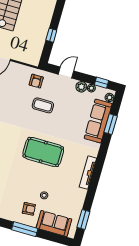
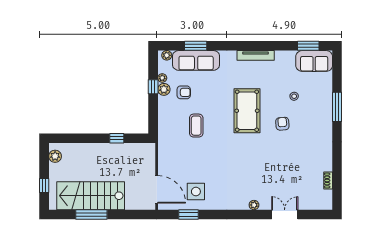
door: (66, 73) -> (153, 111), removed
armchair: (36, 81) -> (184, 92), moved
window: (101, 83) -> (153, 87), moved
armchair: (29, 209) -> (282, 124), moved
sofa: (54, 224) -> (314, 61), moved, turned -90

